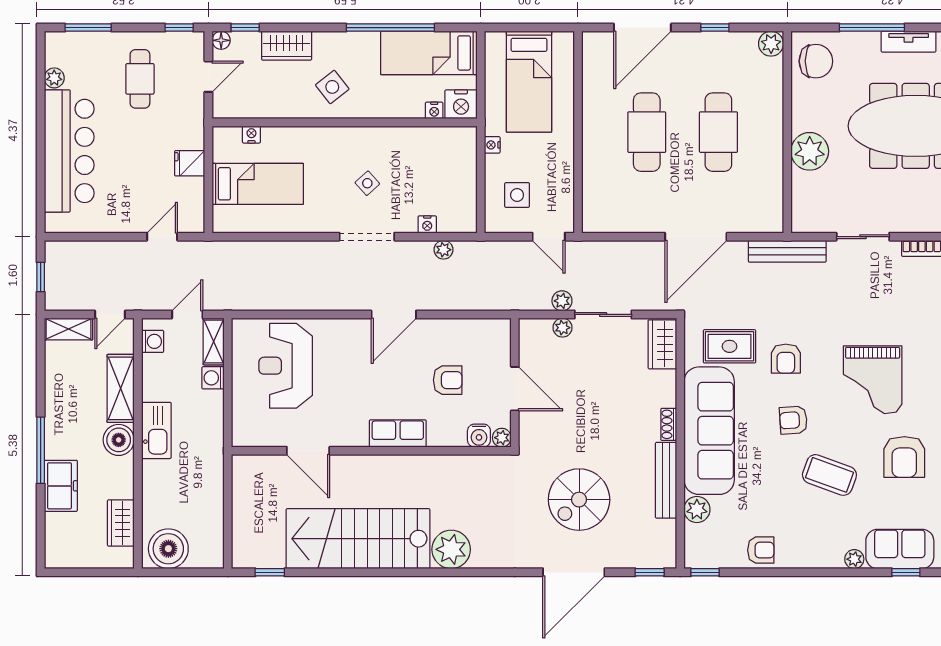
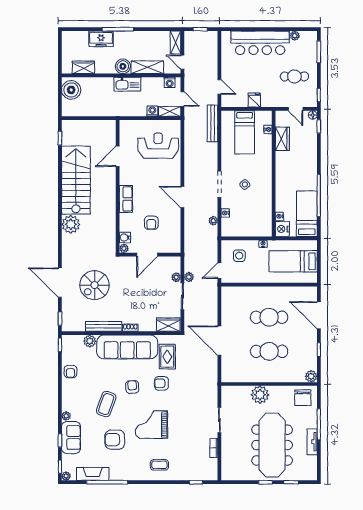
wardrobe: (287, 46) -> (282, 139), moved, turned 180
side table: (332, 87) -> (291, 168), removed
bench: (787, 251) -> (213, 123), moved
spiral stairs: (579, 500) -> (94, 285), turned -90

